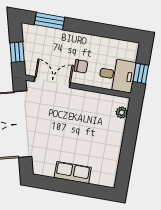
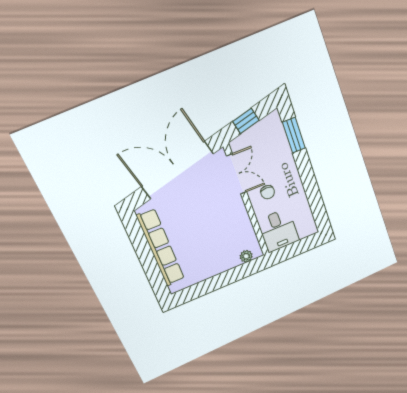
window: (141, 73) -> (292, 250), removed
row of seats: (73, 173) -> (161, 248), width x2.02

